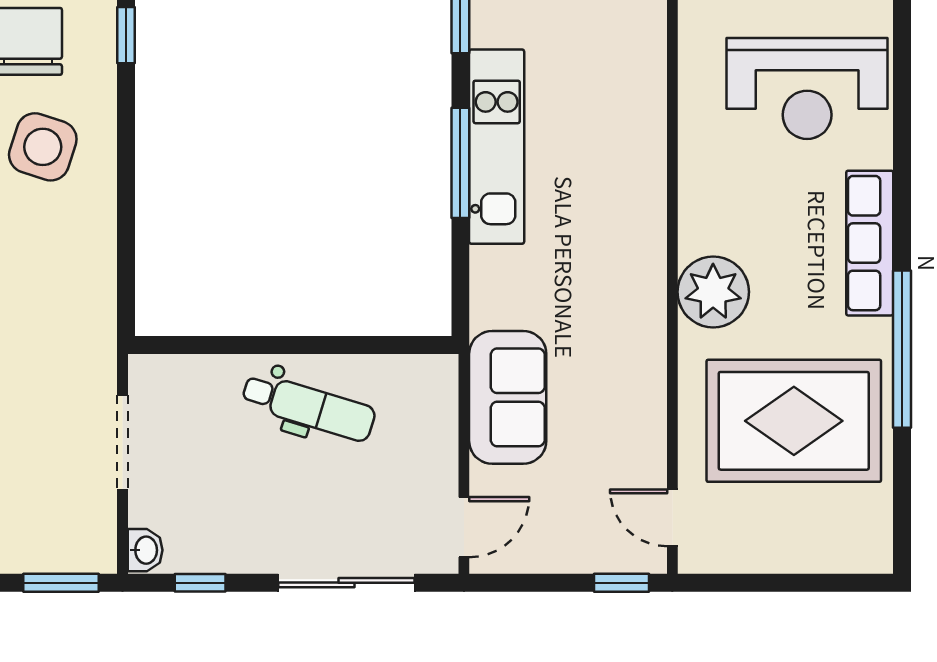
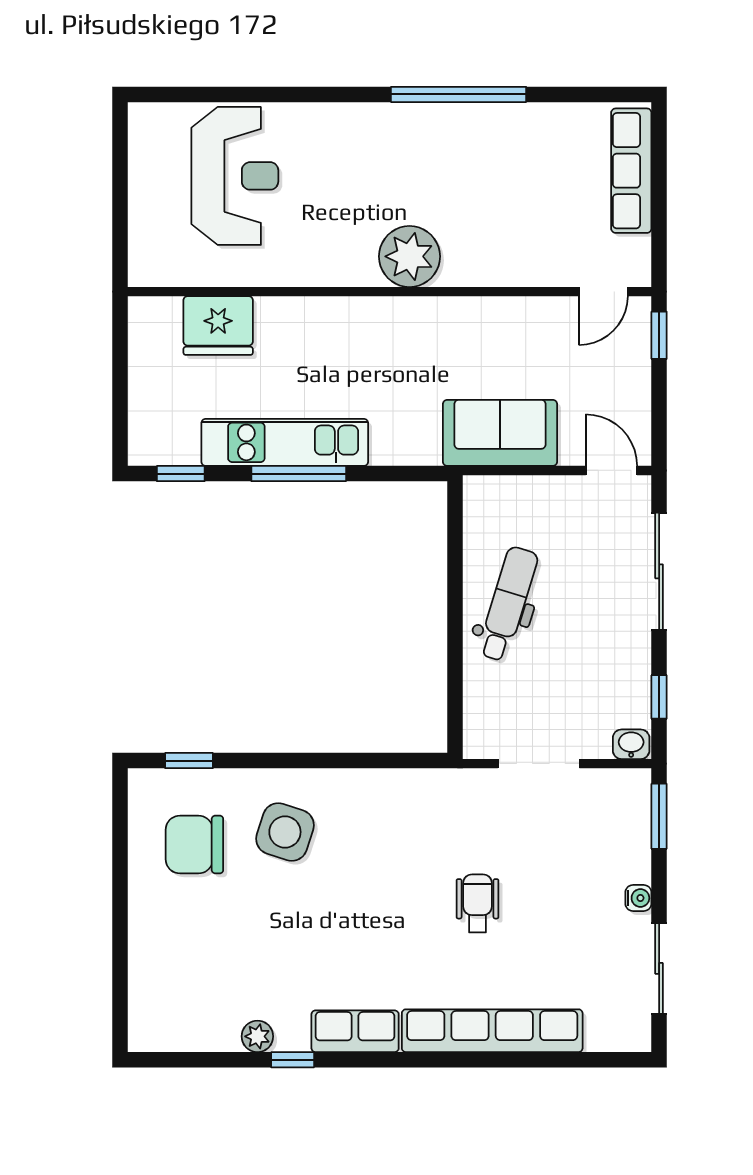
fridge: (633, 69) -> (218, 326), added
row of seats: (870, 243) -> (631, 171), moved, turned 90
rug: (794, 421) -> (520, 187), removed

